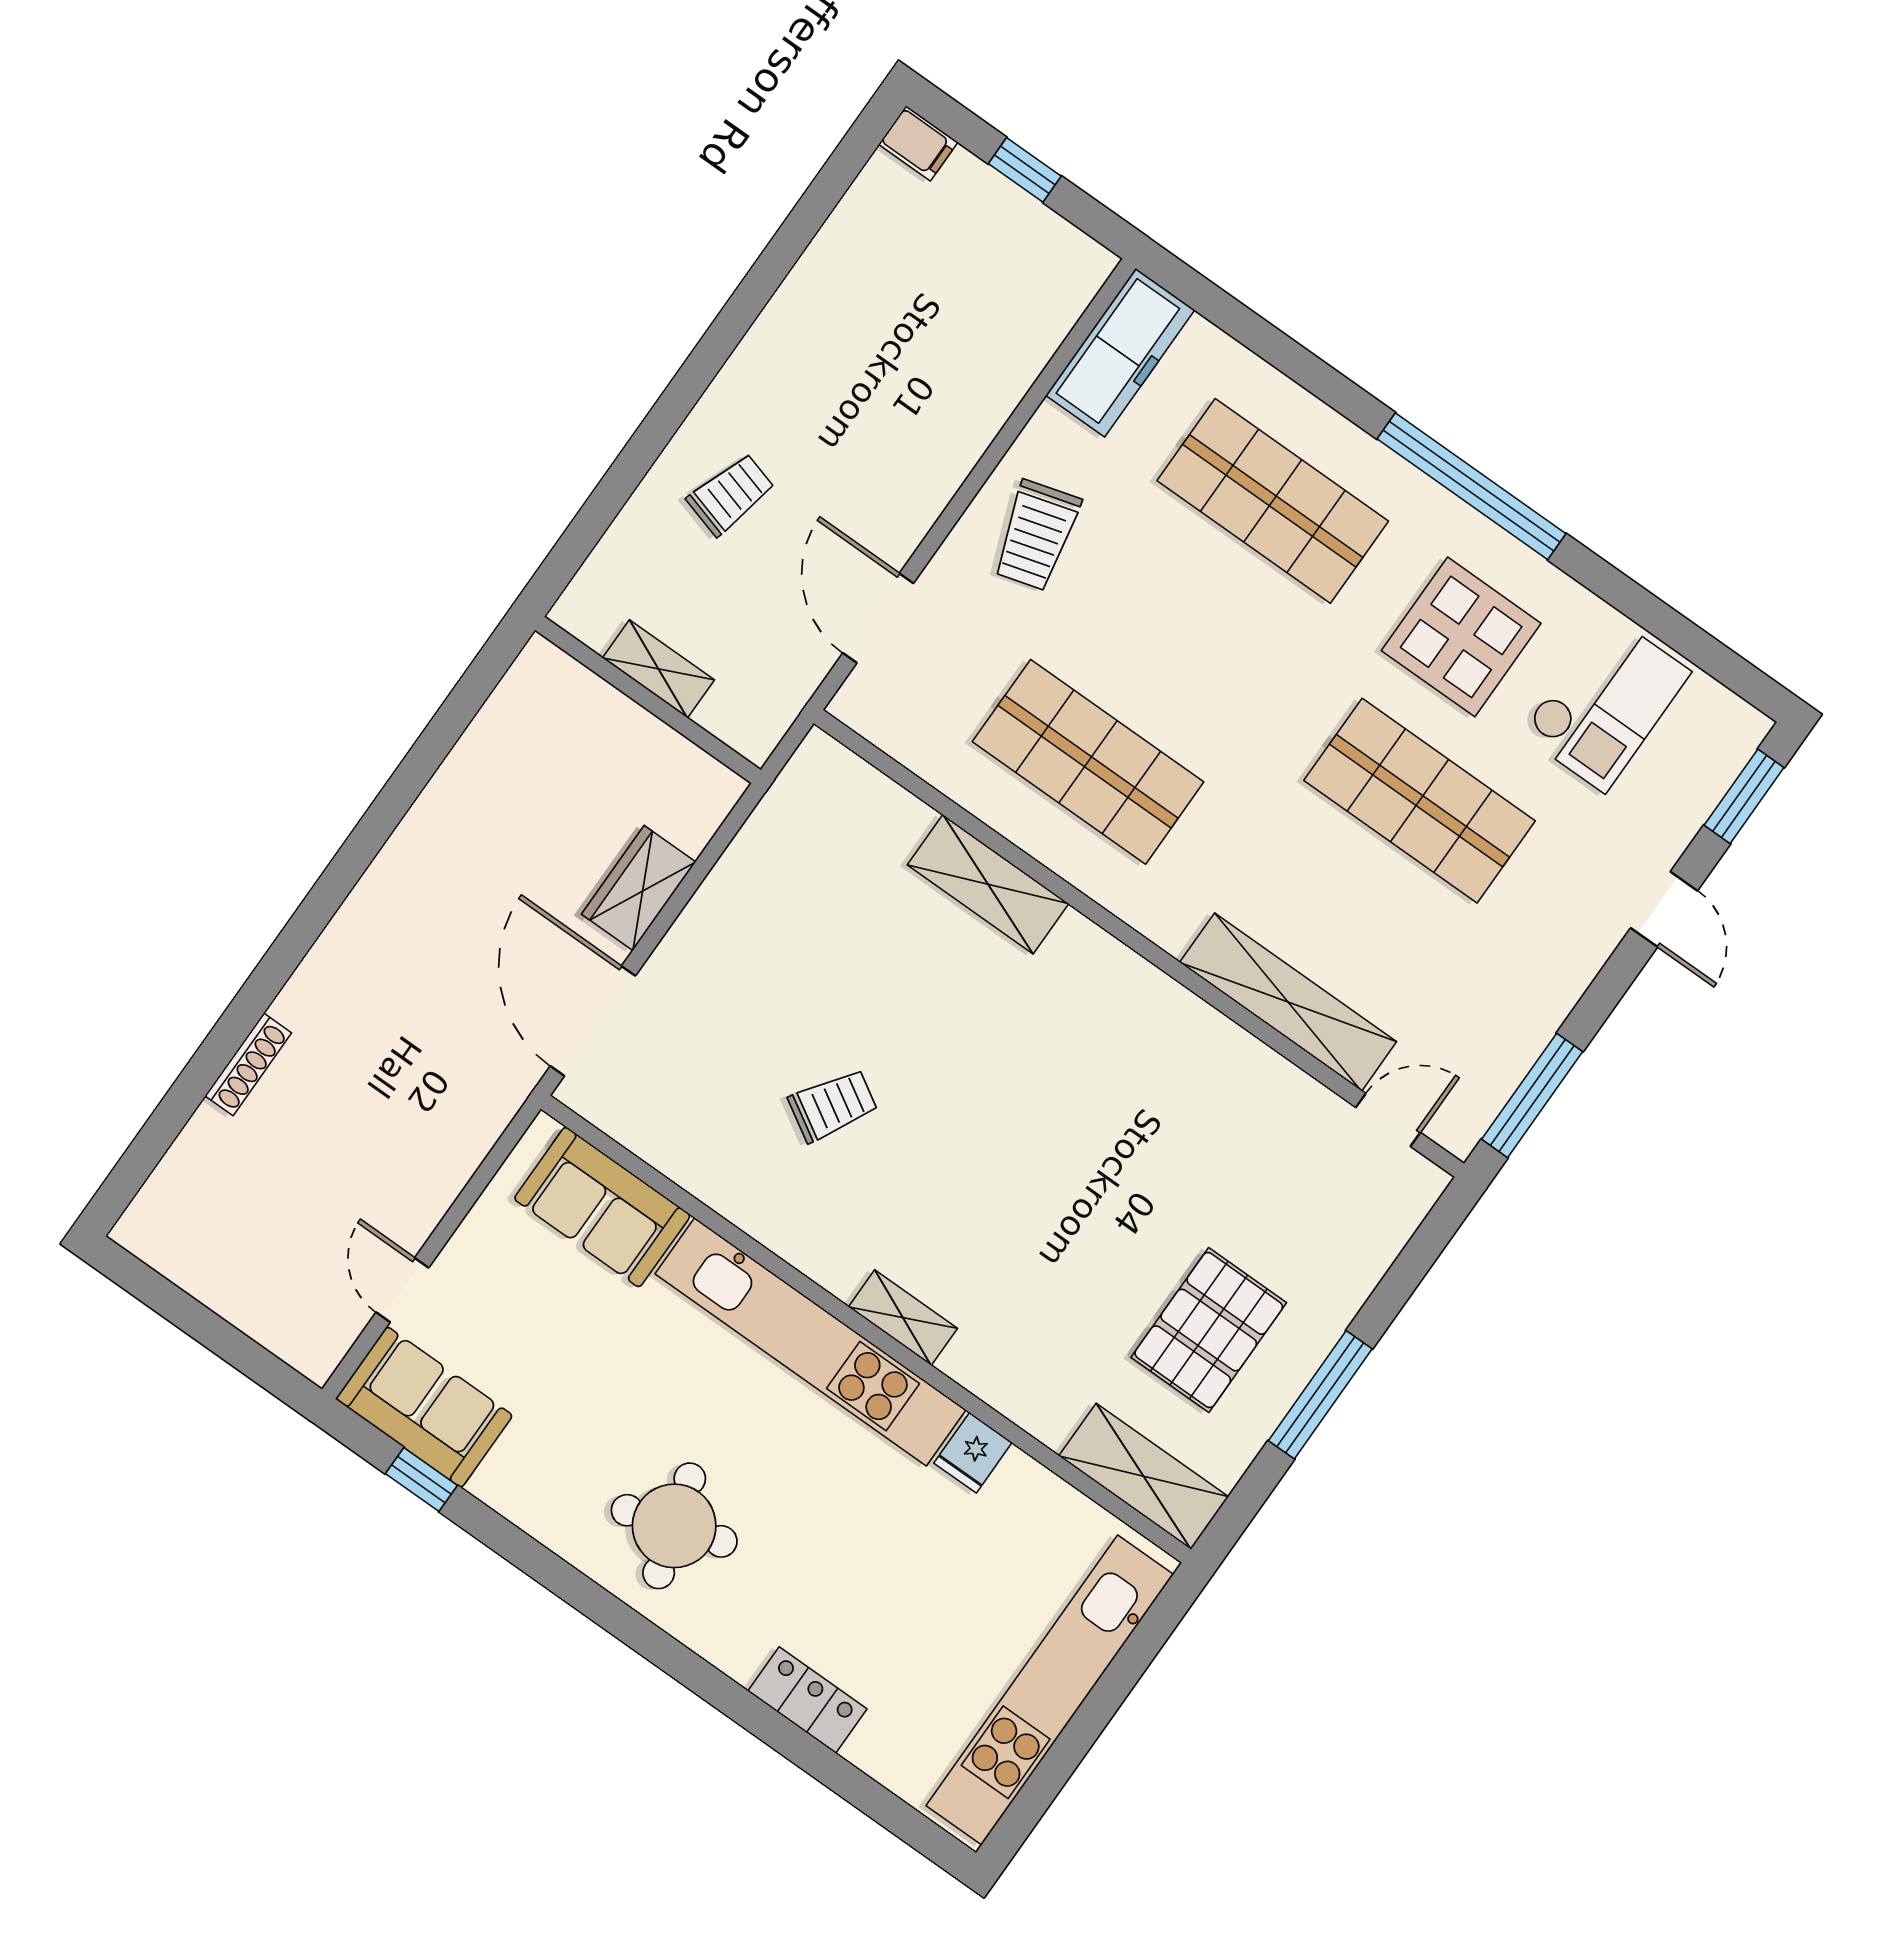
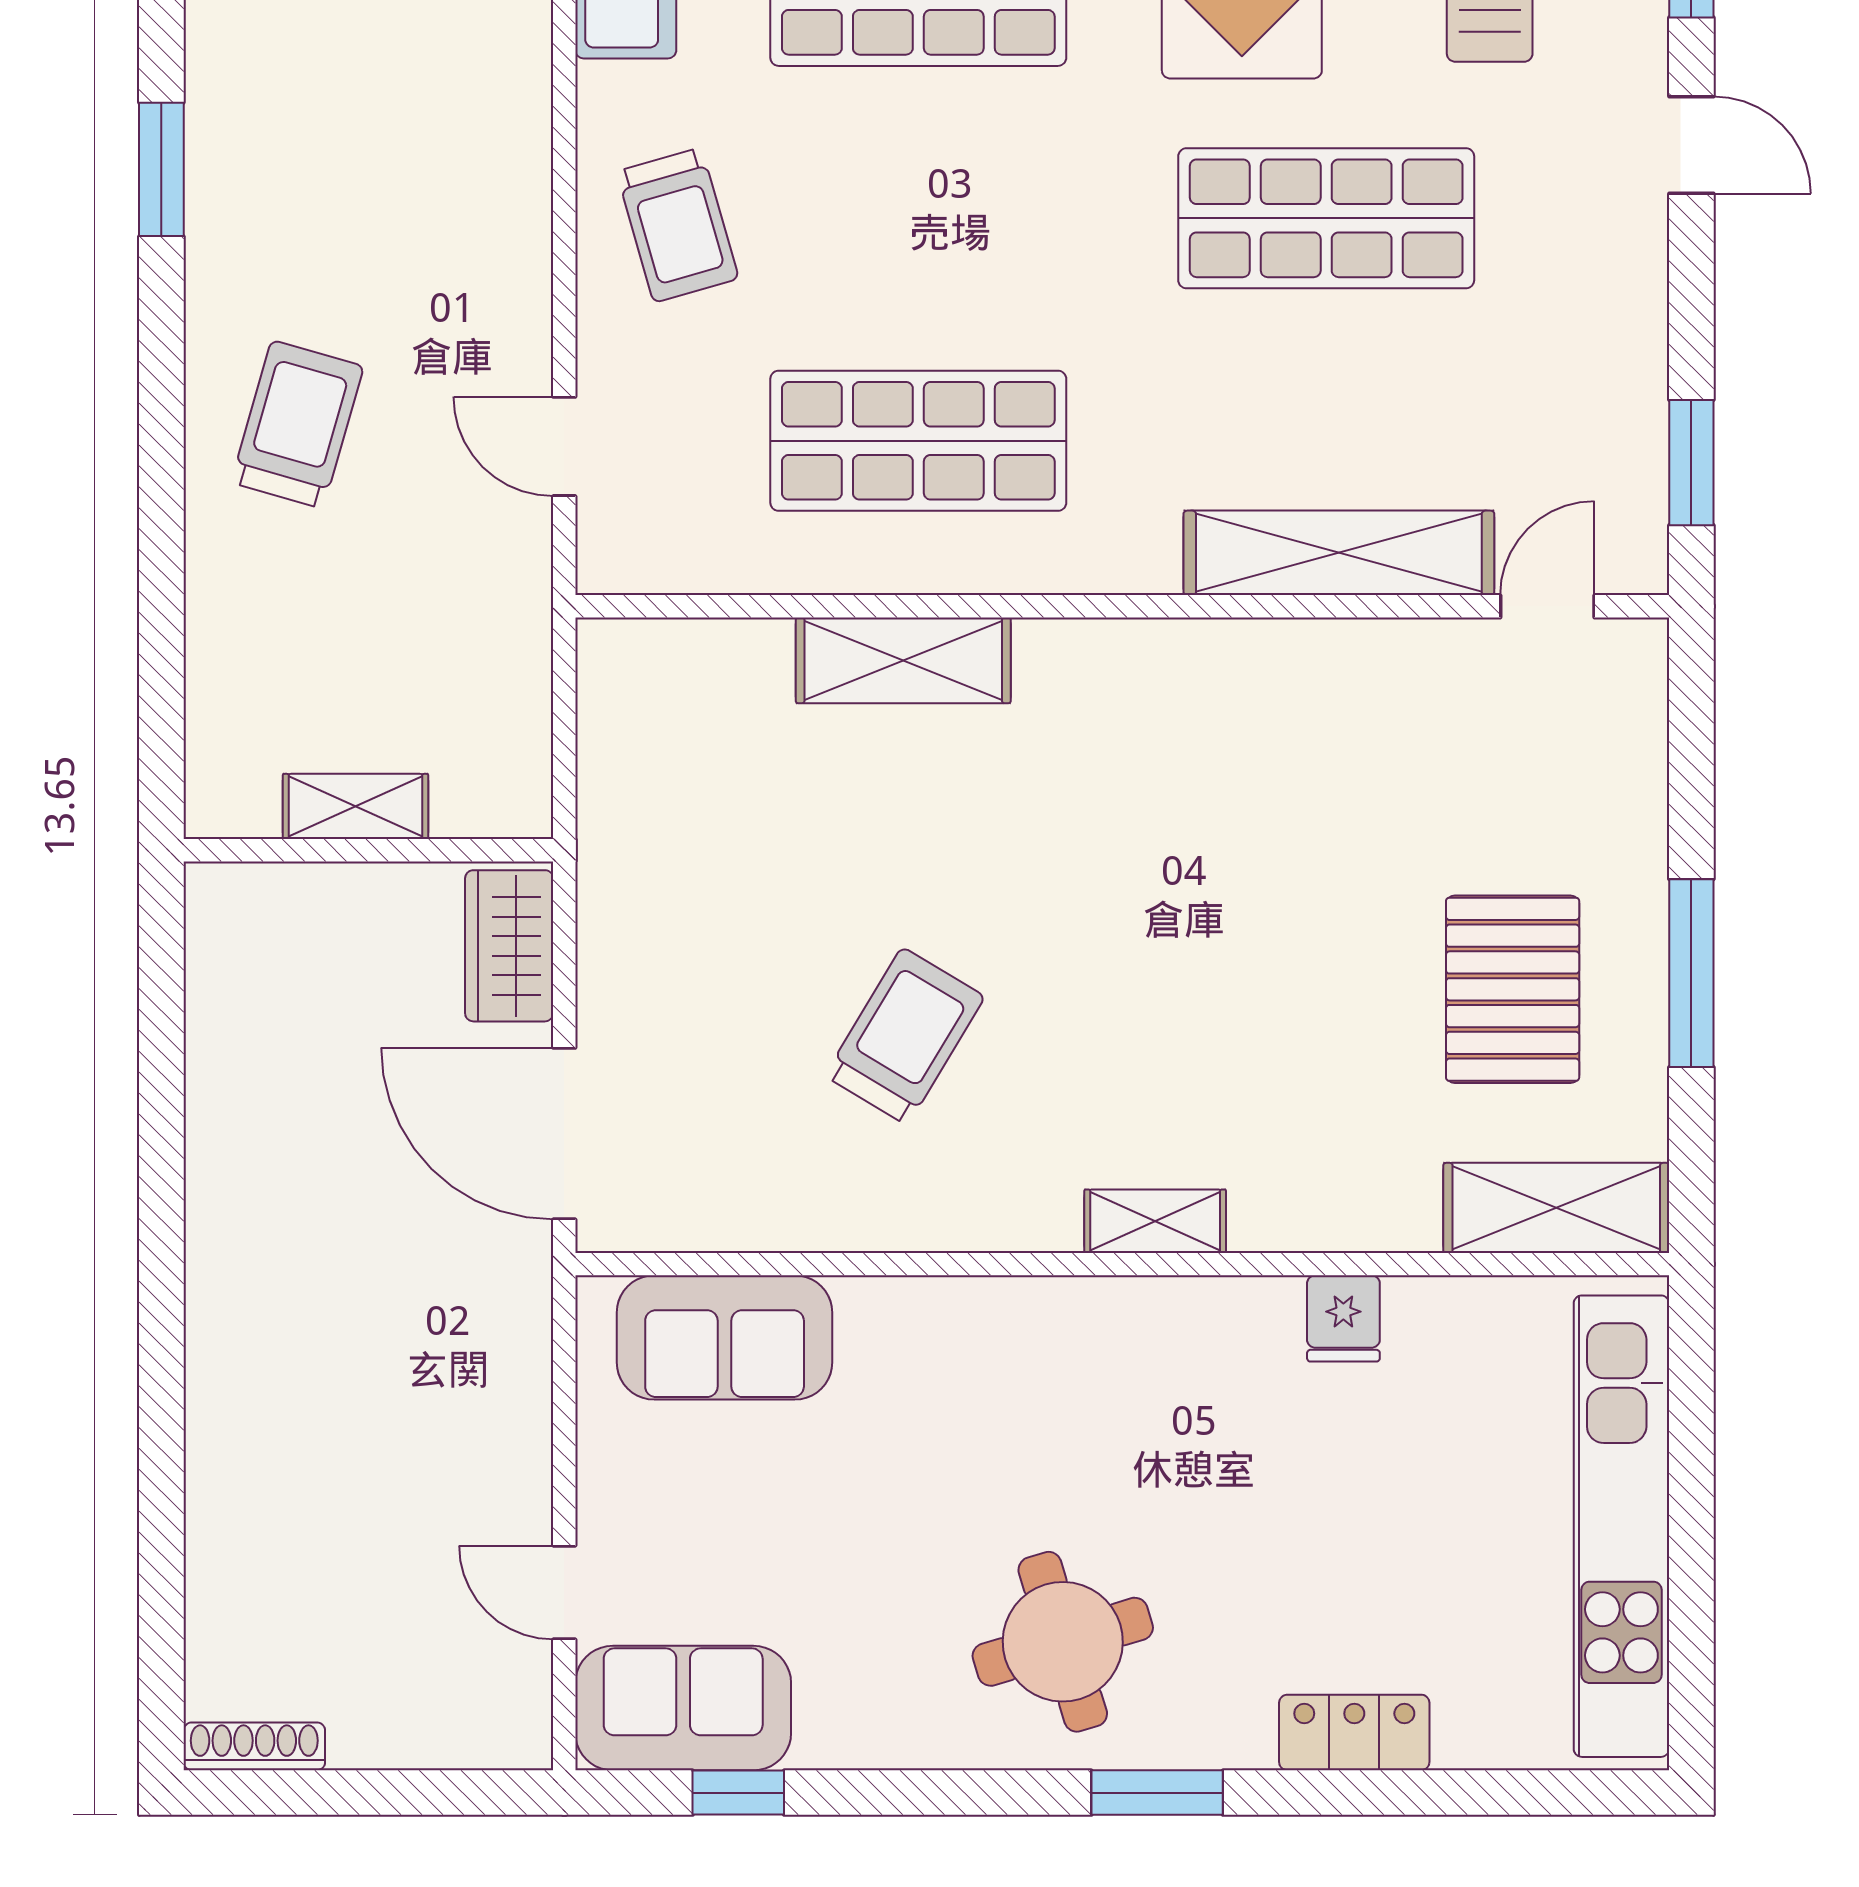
window: (757, 289) -> (161, 169), added
trolley: (731, 494) -> (297, 424), width x1.36, depth x1.39
door: (878, 618) -> (564, 446), width x0.73
shelving: (658, 669) -> (355, 806), moved
wall: (648, 700) -> (368, 850), moved
shoe rack: (248, 1064) -> (254, 1746), moved, turned -90
window: (1532, 1095) -> (1691, 463), width x0.69
trolley: (833, 1105) -> (905, 1036), width x1.36, depth x1.39
kitchen unit: (811, 1342) -> (1070, 1323), removed
window: (667, 1653) -> (1157, 1793), added

